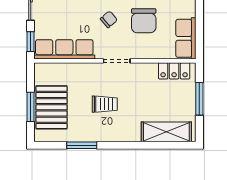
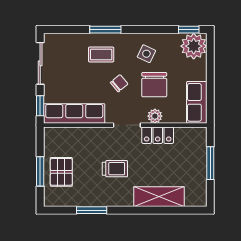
plant: (144, 52) -> (155, 116), added
locker: (174, 71) -> (158, 135), moved
pallet: (51, 107) -> (61, 172), width x0.67, depth x0.71
shelving: (166, 132) -> (159, 197), moved

